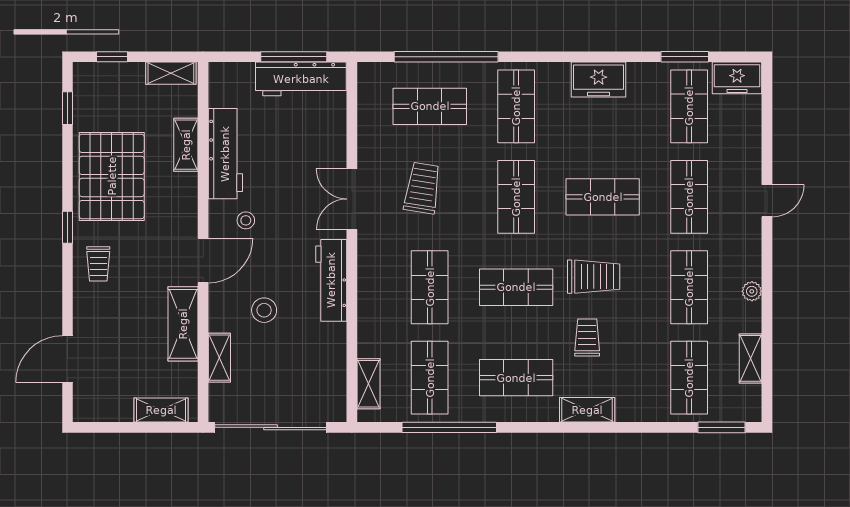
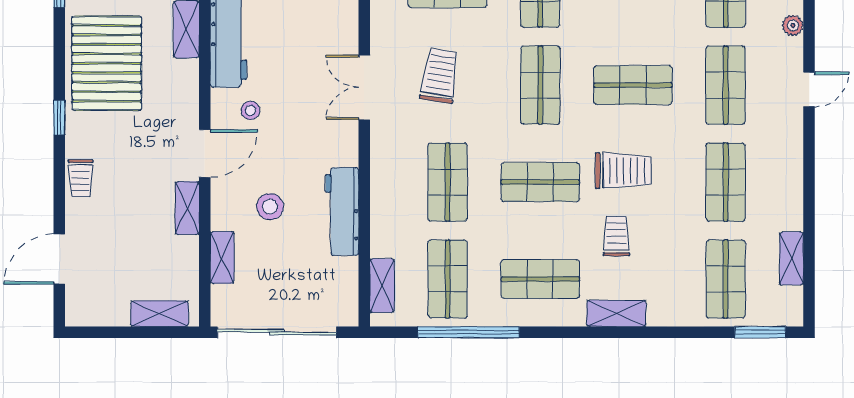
trolley: (98, 264) -> (81, 178), moved
workbench: (331, 280) -> (342, 212), moved
plant: (752, 291) -> (793, 25), moved
shelving: (183, 324) -> (187, 208), width x0.67, depth x0.75

